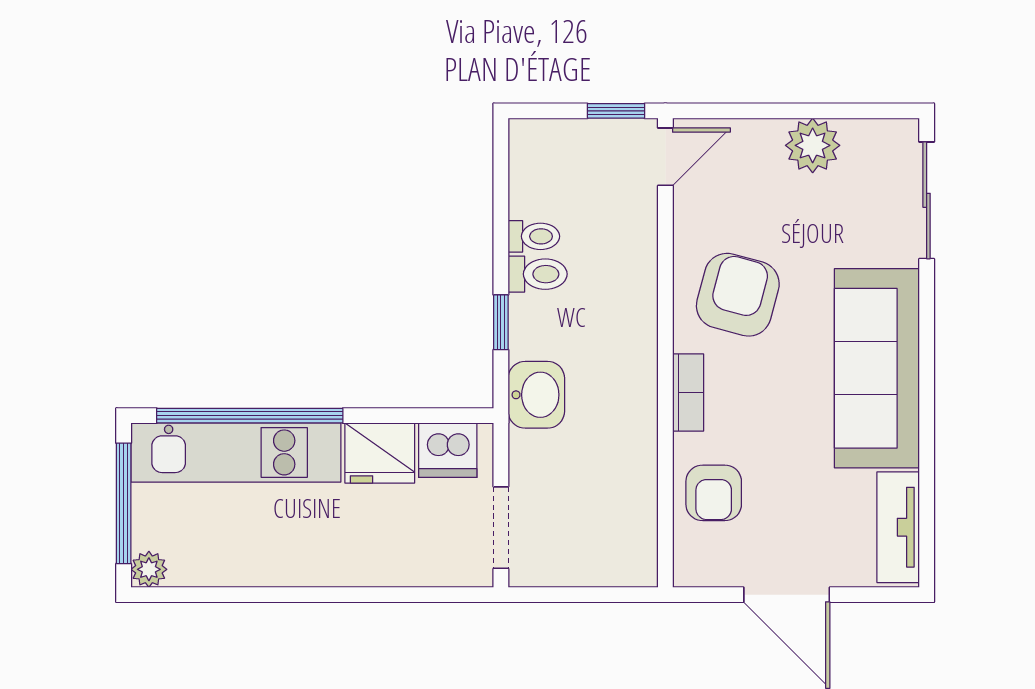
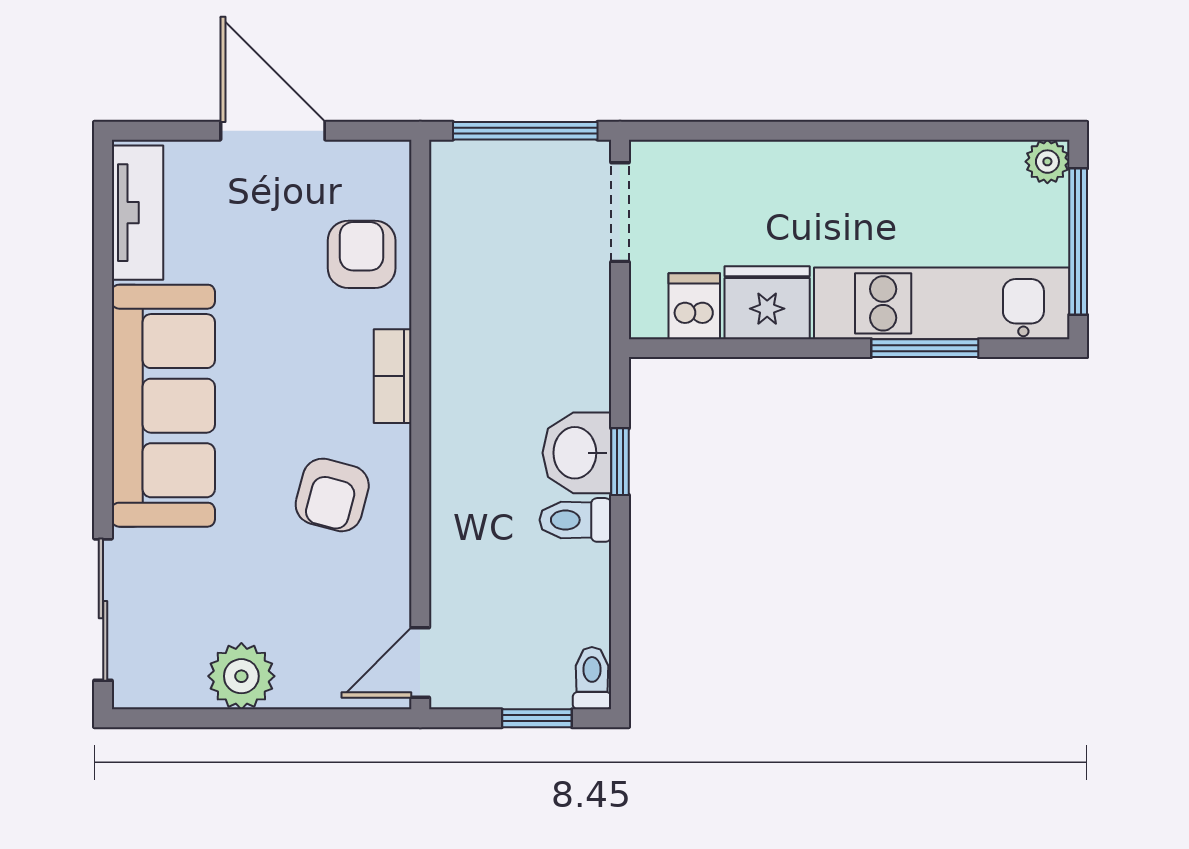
window: (616, 111) -> (537, 718), moved
toilet: (534, 236) -> (592, 678), moved, turned 90
armchair: (738, 295) -> (332, 495), width x0.72, depth x0.72
washbasin: (536, 395) -> (577, 453), moved
window: (250, 416) -> (925, 348), width x0.47
dishwasher: (448, 450) -> (694, 306), width x0.73
window: (579, 595) -> (525, 131), added

